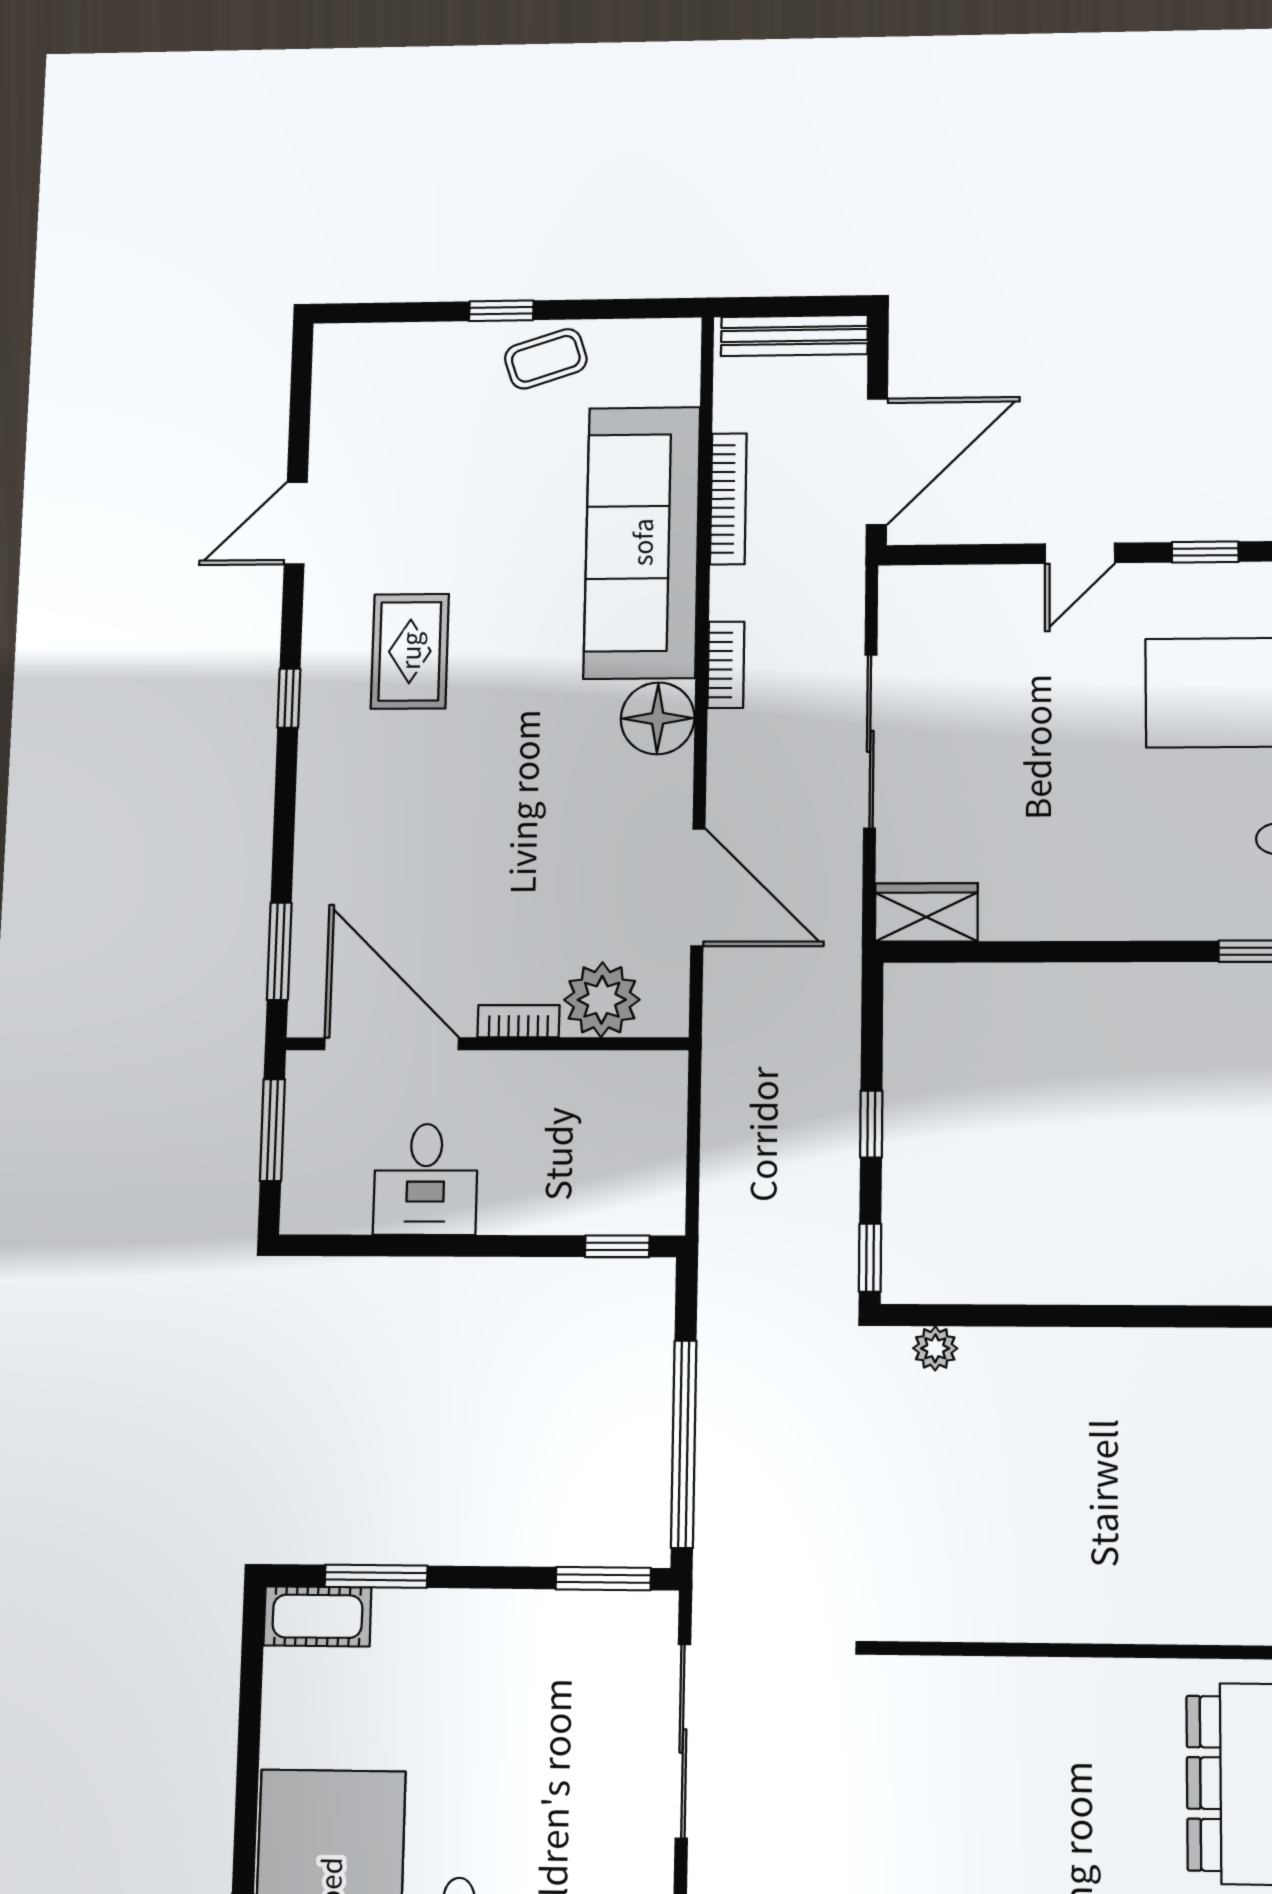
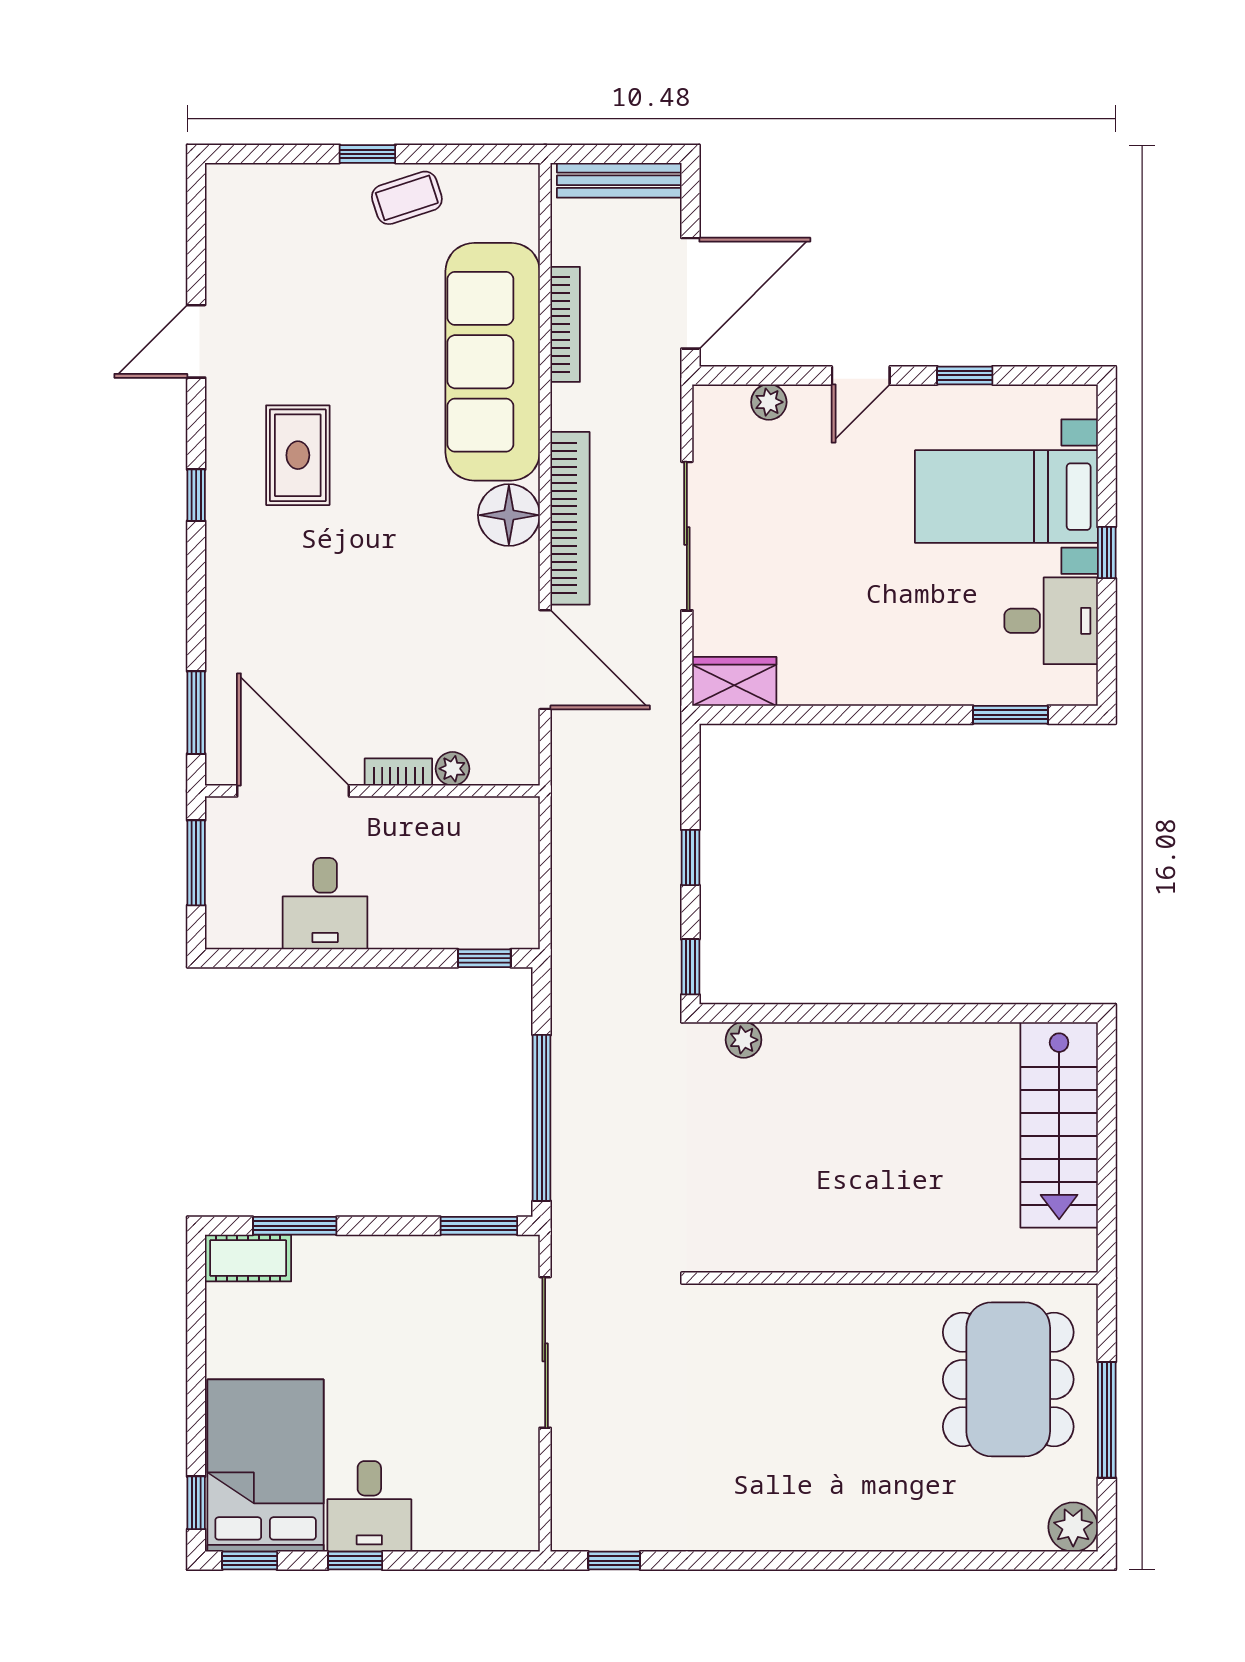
plant: (970, 585) -> (769, 402), added
bookcase: (726, 665) -> (570, 518), width x2.31, depth x1.31
plant: (602, 1000) -> (453, 769), width x0.53, depth x0.53

